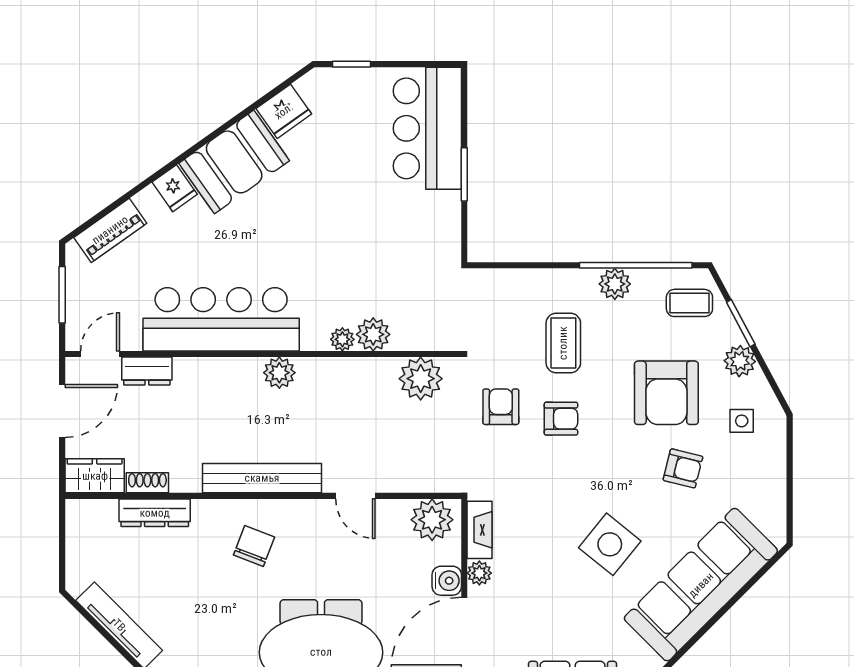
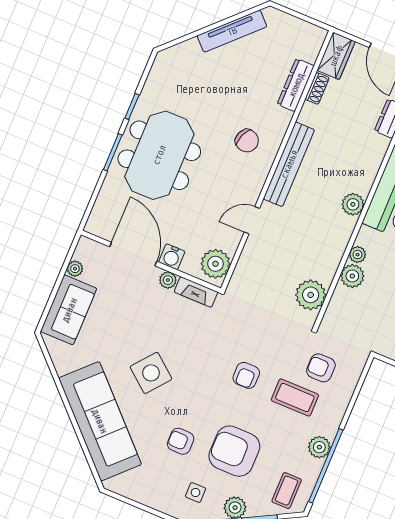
armchair: (501, 407) -> (321, 368), moved, turned 180
armchair: (683, 468) -> (181, 441), turned 76

